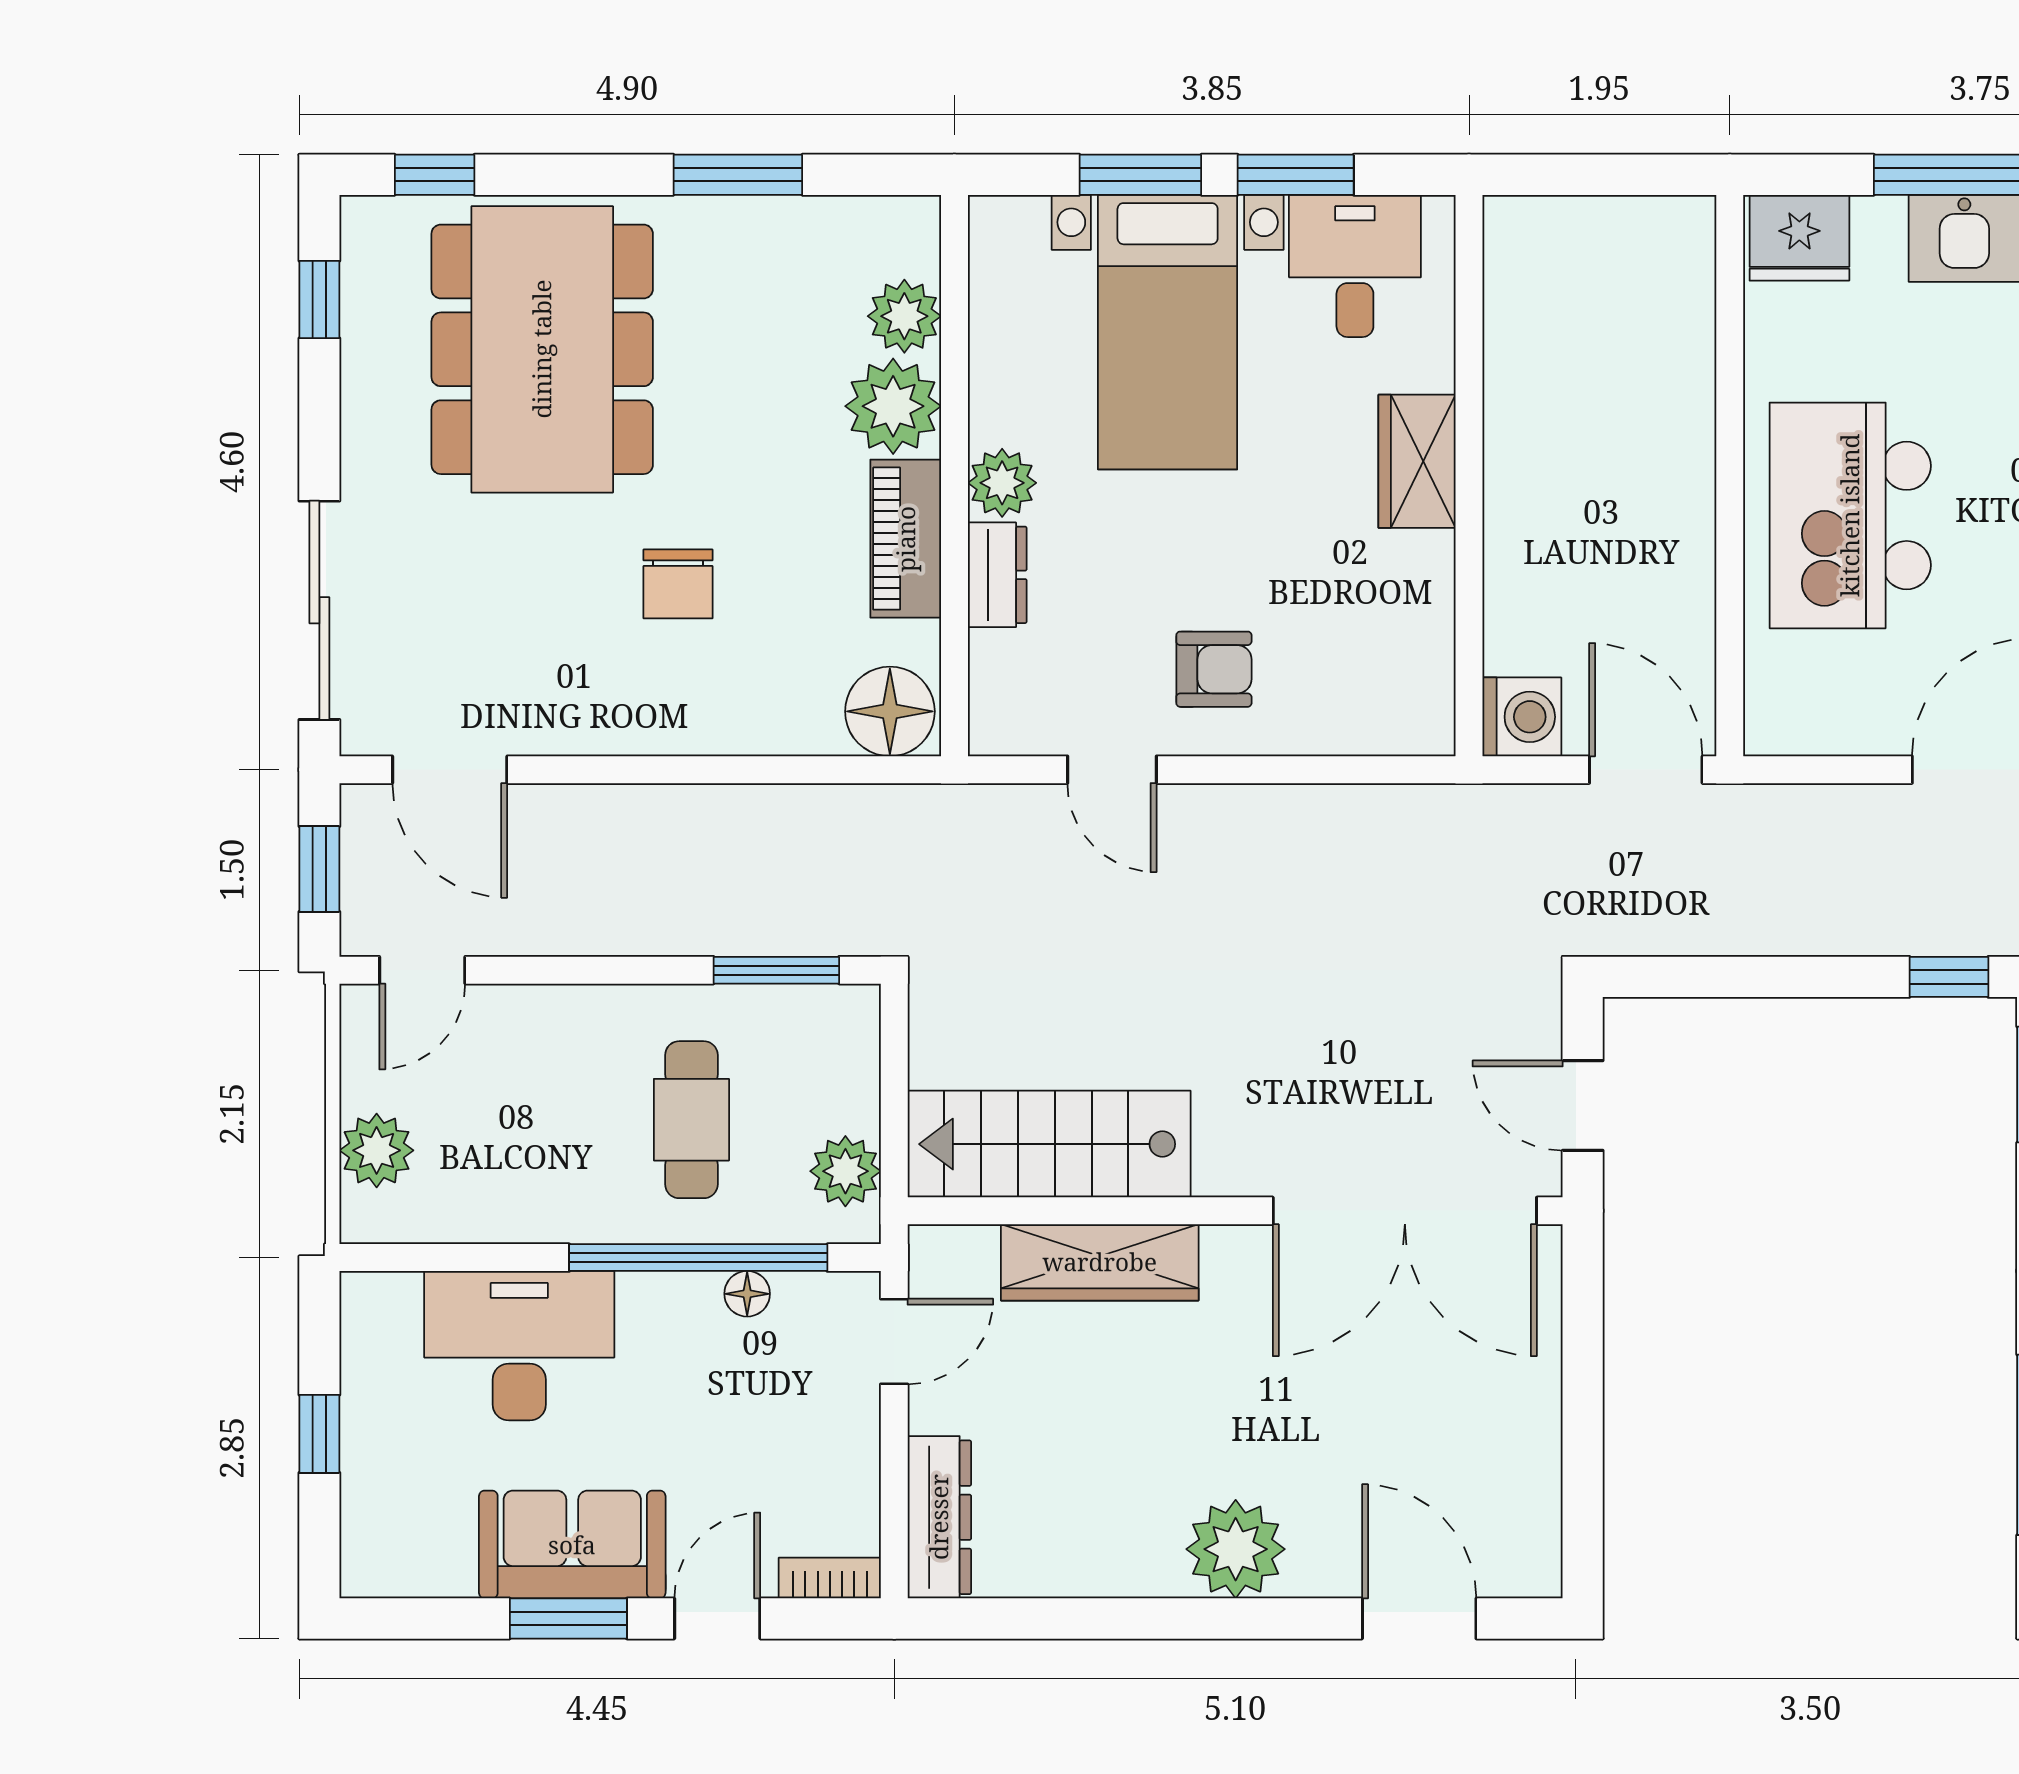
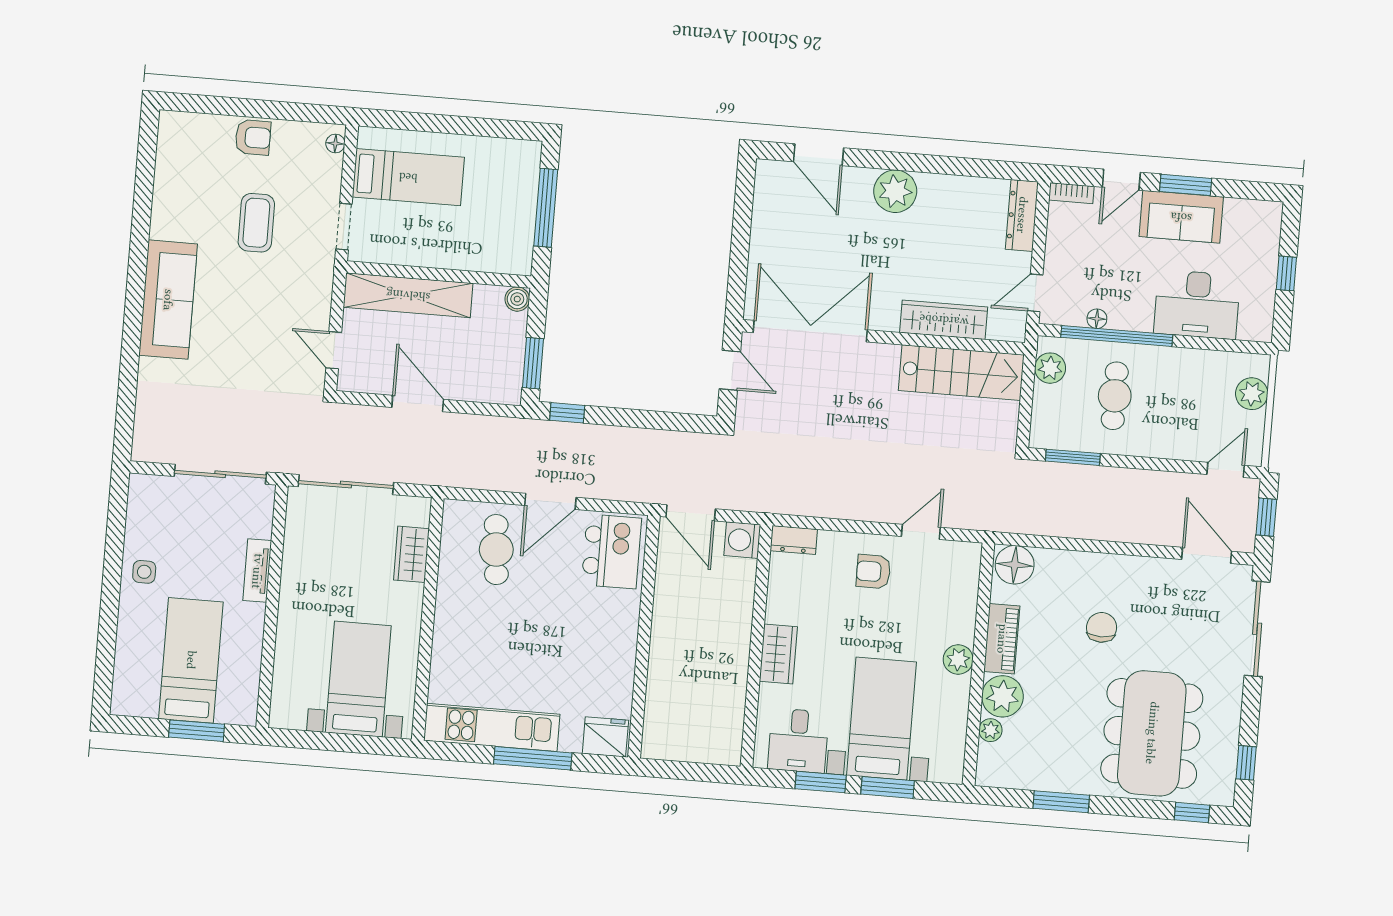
plant: (904, 316) -> (990, 730), width x0.73, depth x0.73
kitchen island: (1850, 515) -> (612, 551), moved, width x0.73, depth x0.78
dresser: (997, 575) -> (794, 540), moved, turned -90
door: (1112, 770) -> (921, 532), hinge flipped

